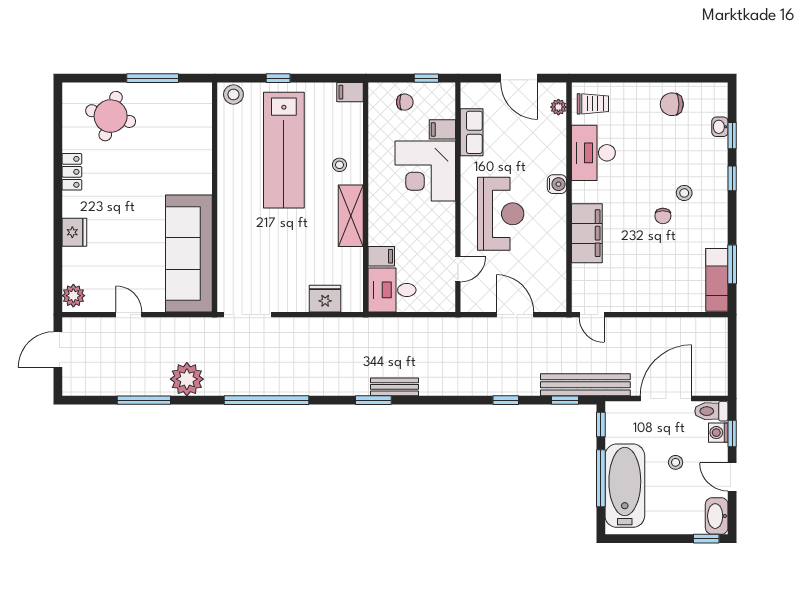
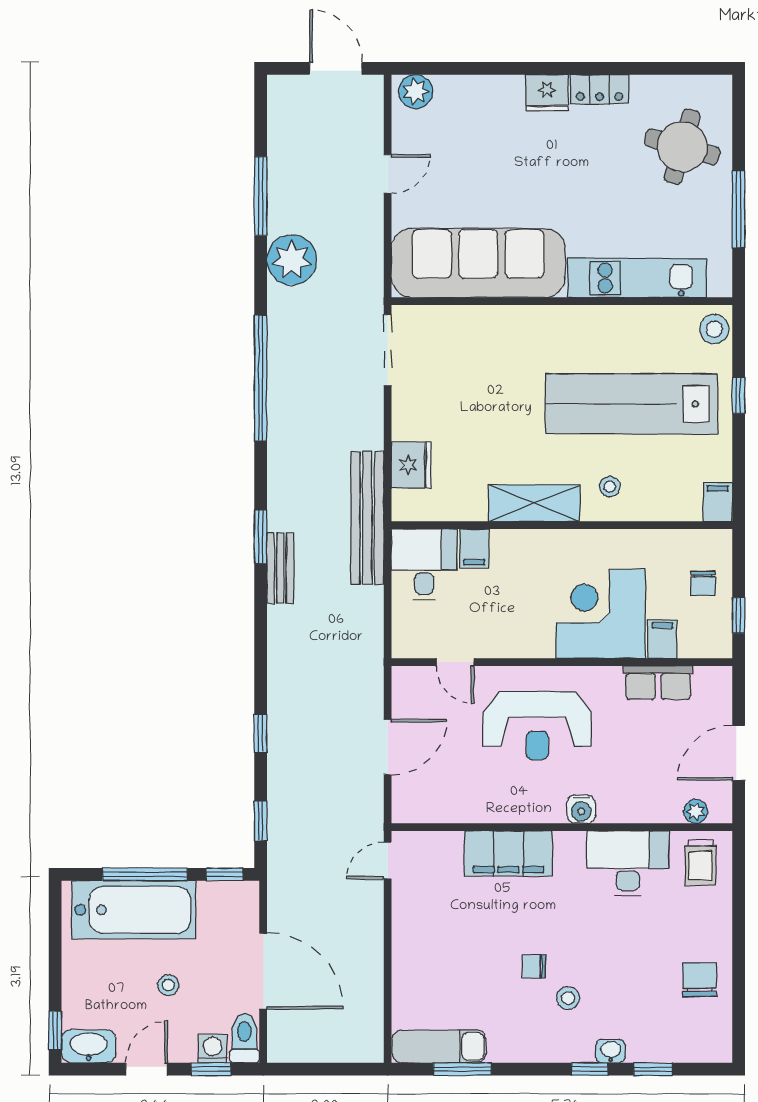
washbasin: (720, 127) -> (611, 1051), moved
kitchen unit: (199, 147) -> (637, 278), added
fridge: (74, 232) -> (547, 93), moved
bench: (585, 385) -> (367, 518), moved

